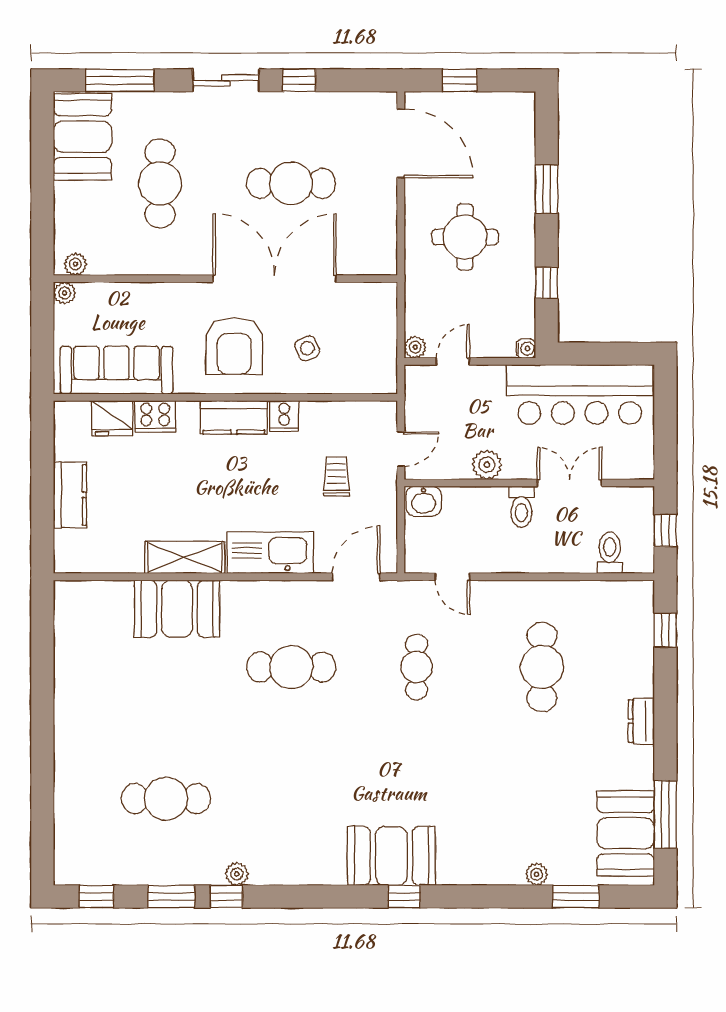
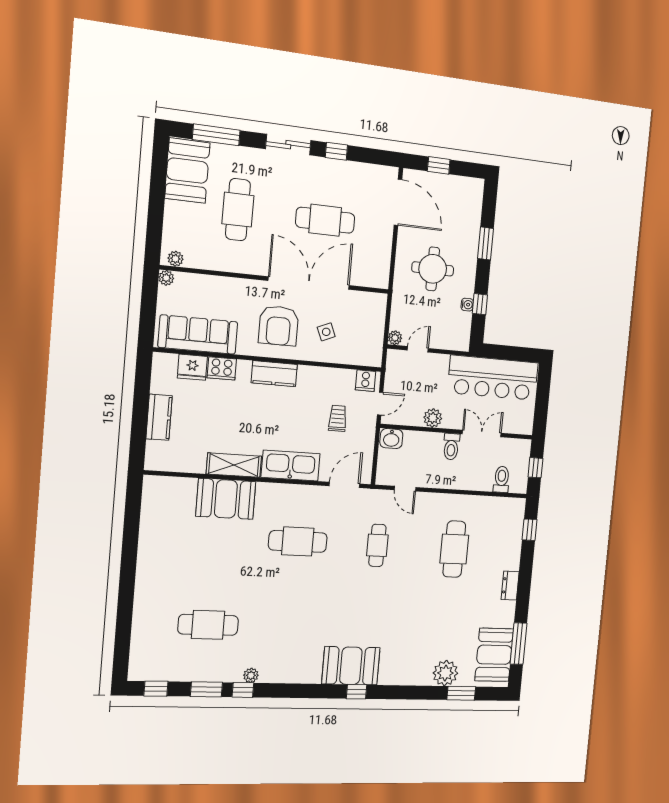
water cooler: (526, 348) -> (467, 305), moved
cooker: (284, 416) -> (366, 381), moved
plant: (537, 874) -> (445, 673), width x1.88, depth x1.88

